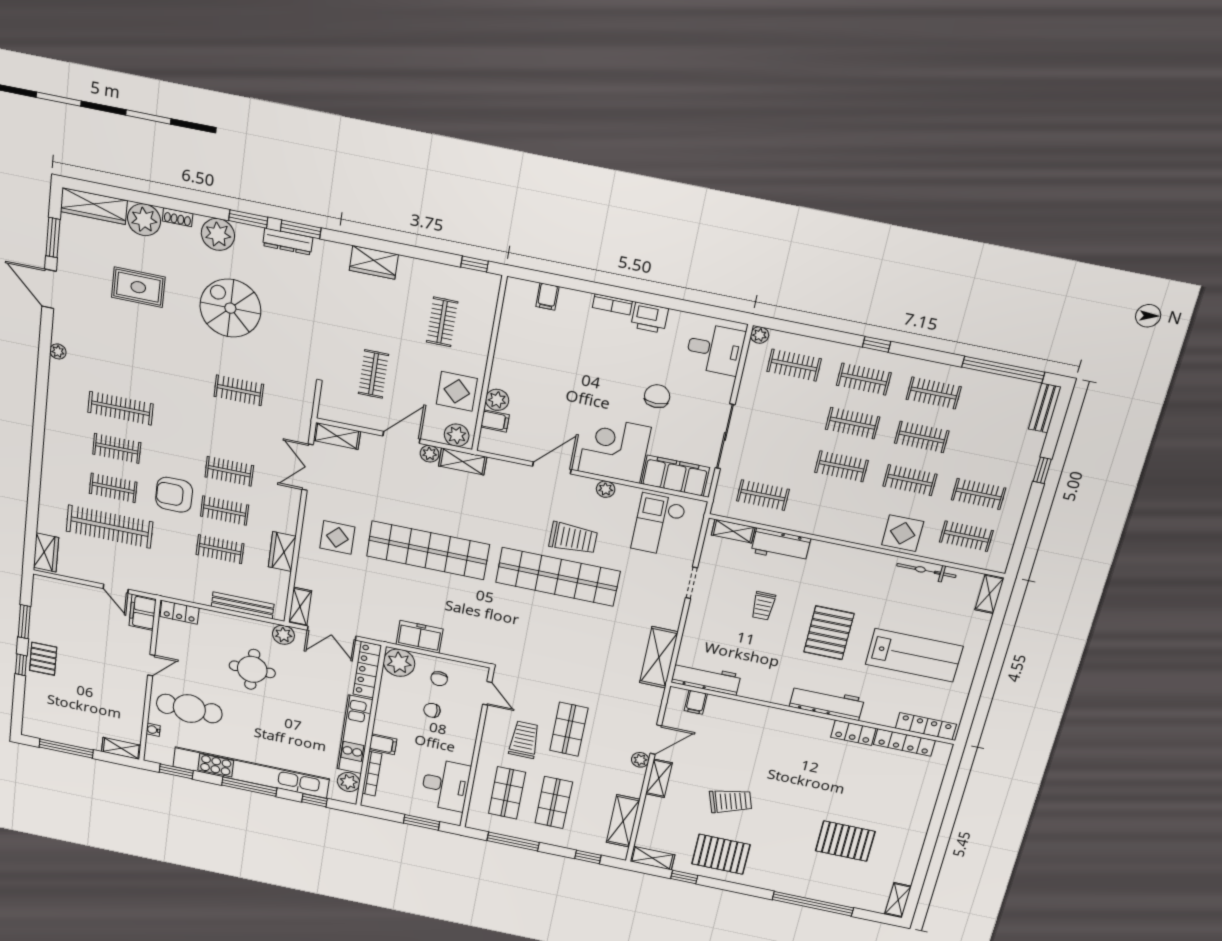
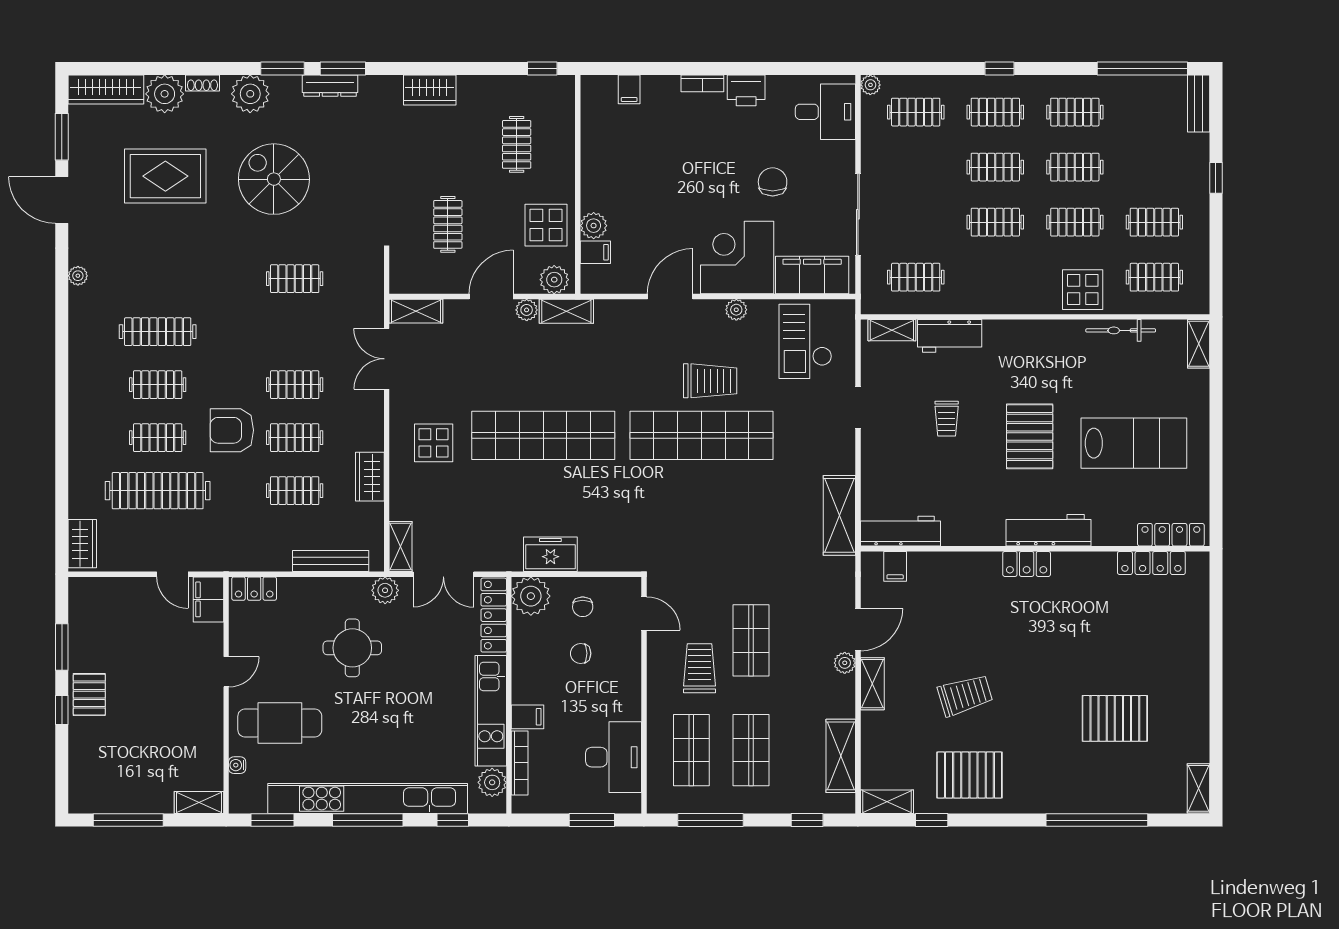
rug: (138, 287) -> (165, 176), width x1.36, depth x1.43
locker: (853, 733) -> (1027, 564), moved

